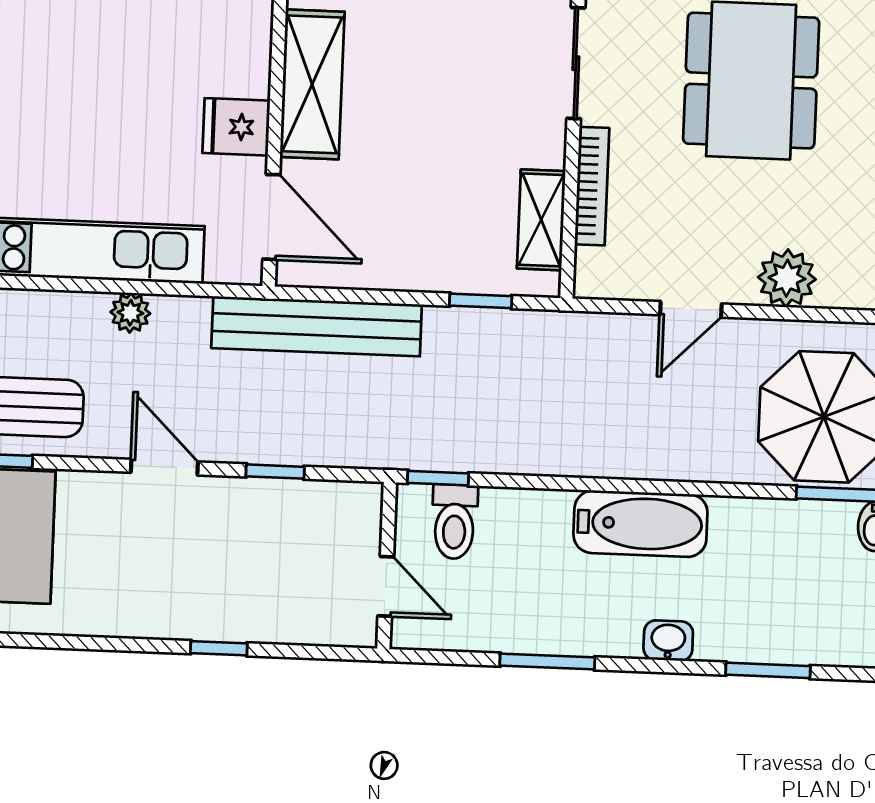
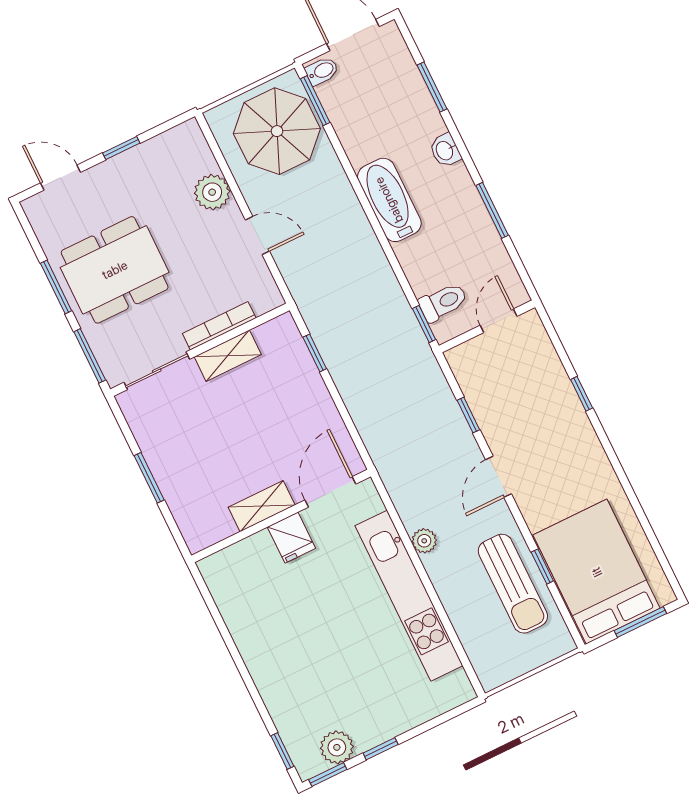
shelving: (312, 84) -> (262, 506), width x0.67, depth x0.75
shelving: (541, 220) -> (228, 356), moved
bench: (317, 326) -> (377, 435), removed

